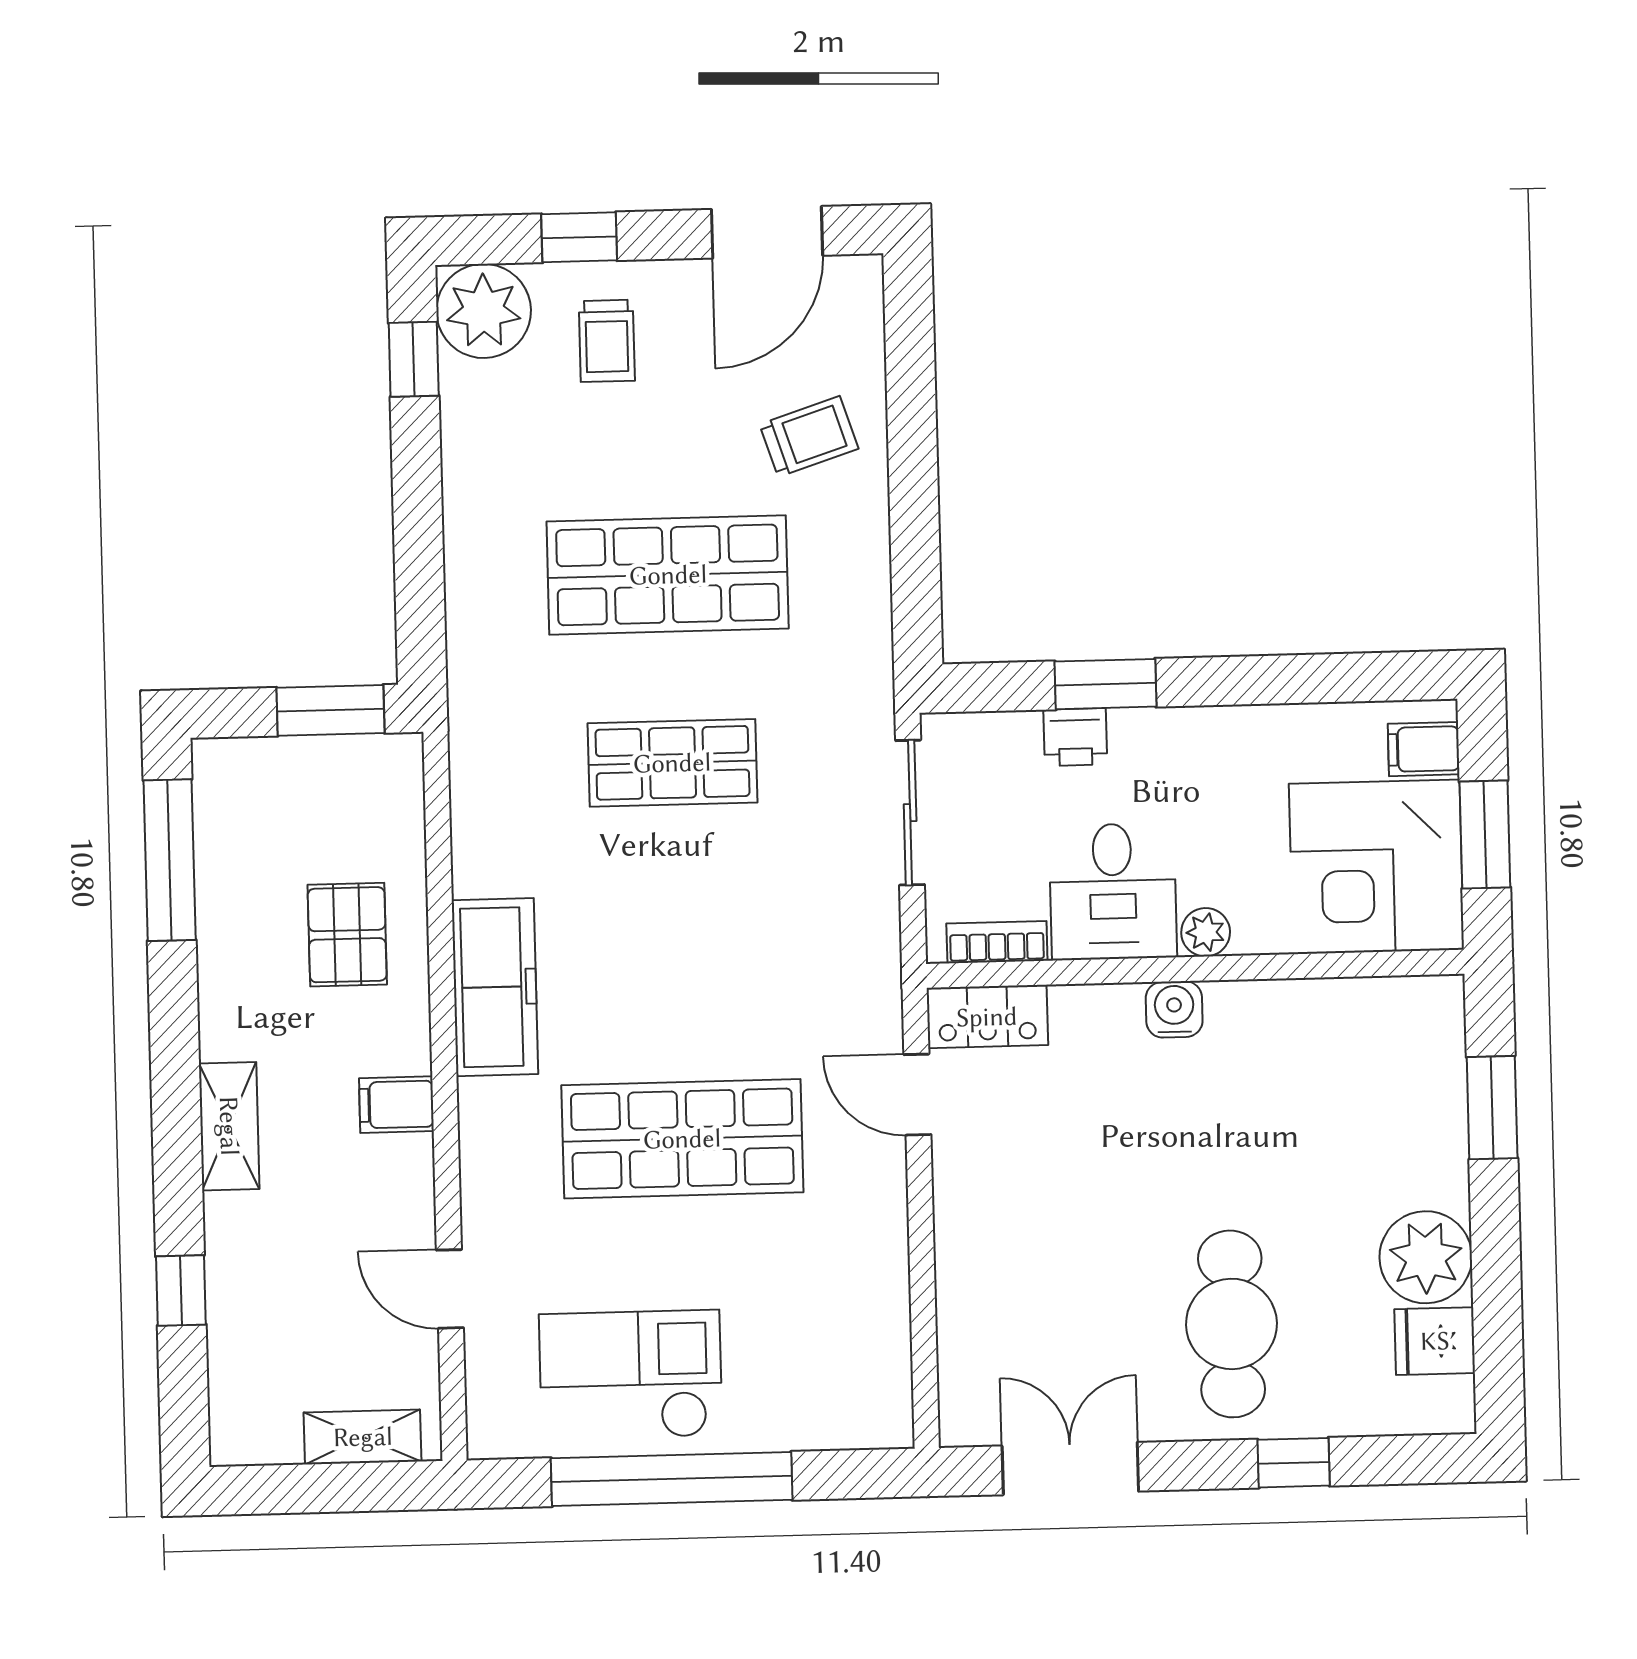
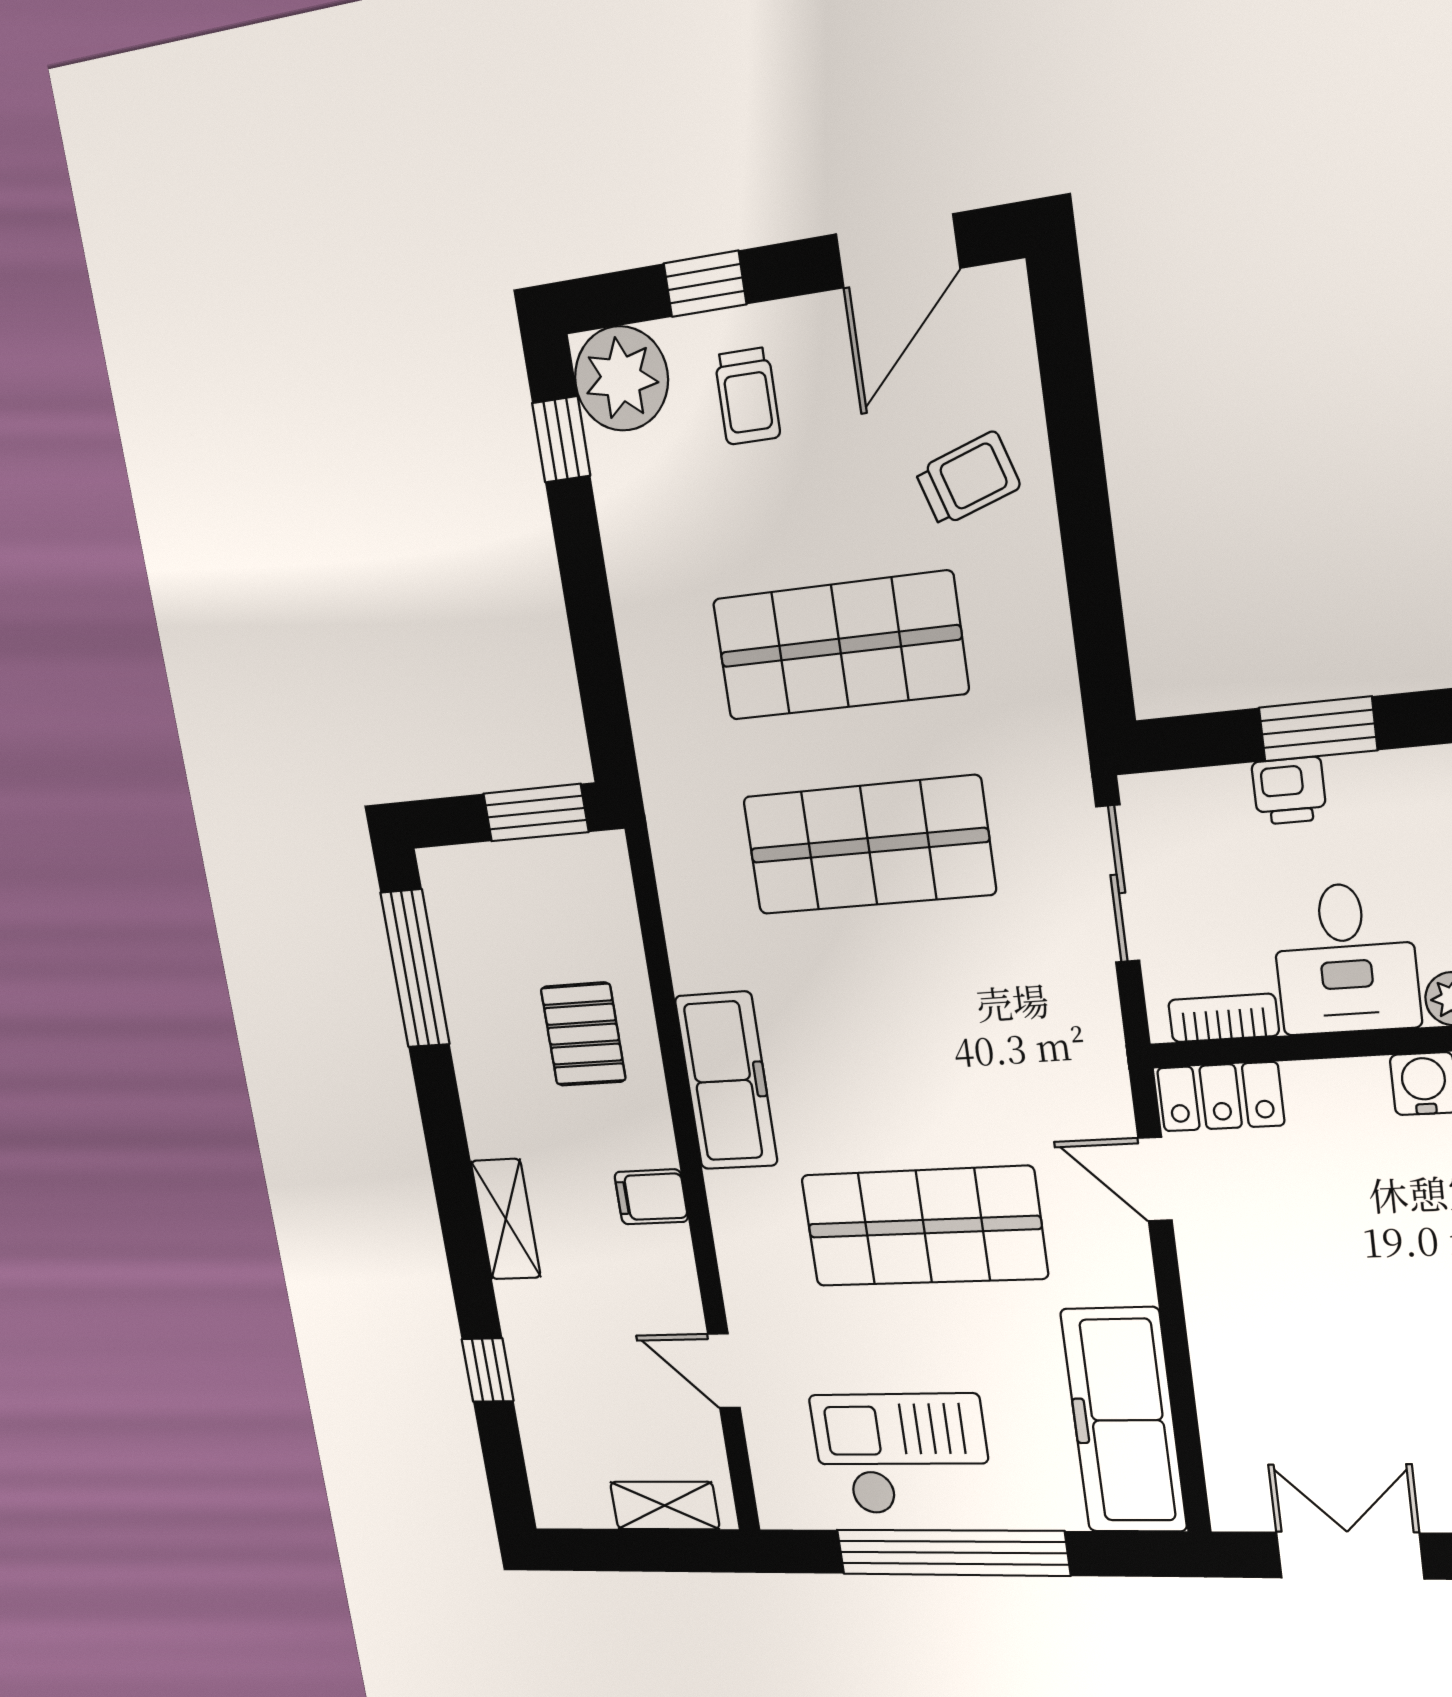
shop shelf: (672, 763) -> (869, 845), width x1.43, depth x1.36
freezer: (863, 1336) -> (1124, 1420), added

